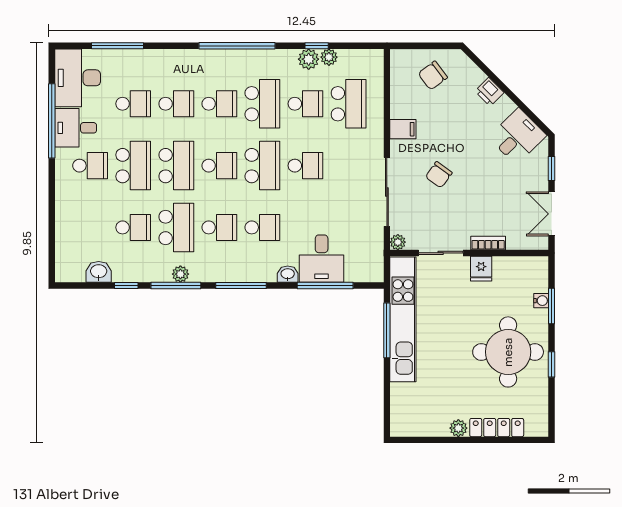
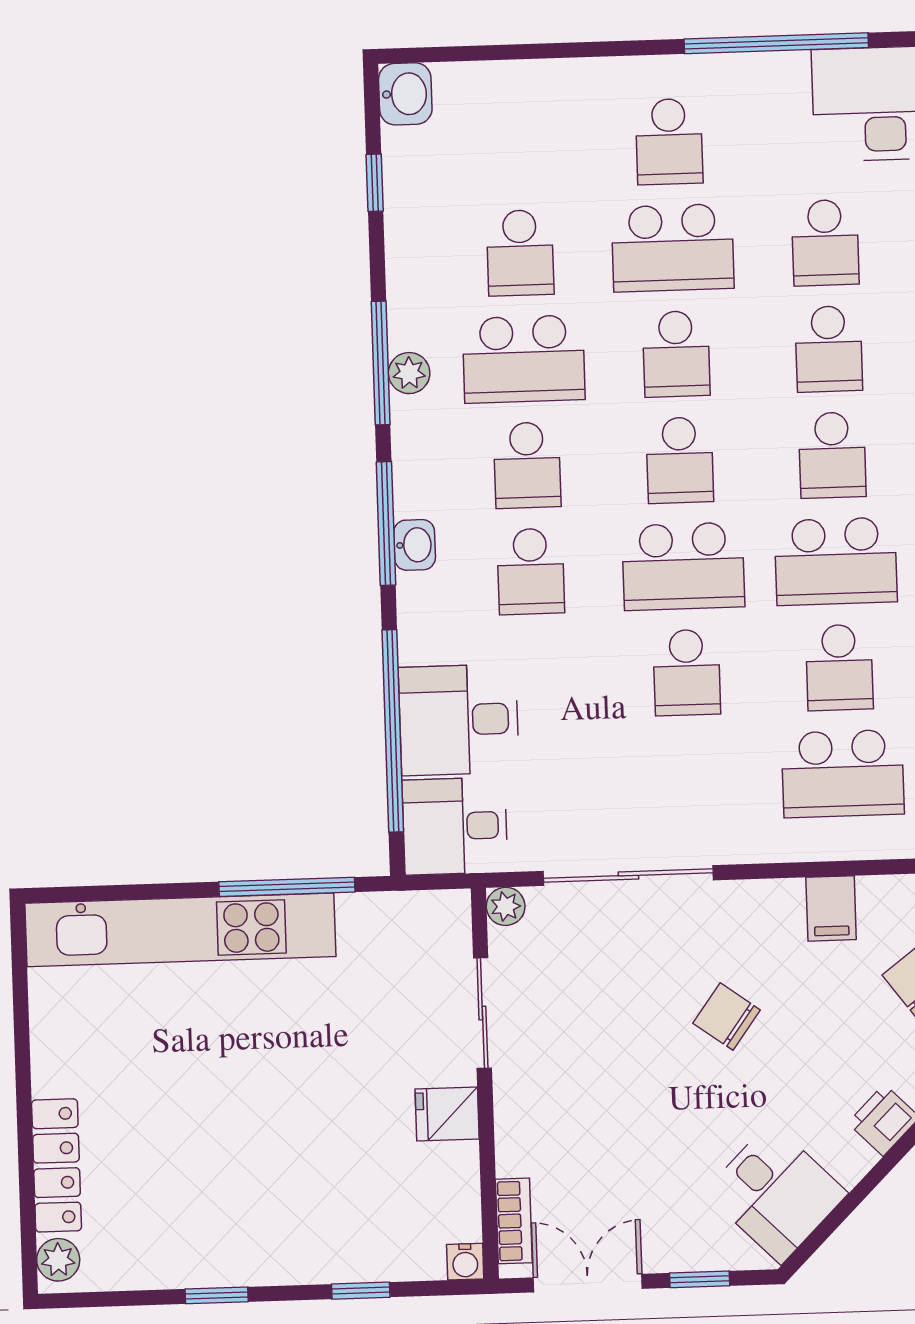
desk: (76, 128) -> (455, 826), moved, turned -90
filing cabinet: (403, 129) -> (831, 908), moved
school desk: (176, 166) -> (676, 354), width x0.54
chair: (439, 175) -> (727, 1017), moved
bookcase: (488, 243) -> (514, 1221), moved
washbasin: (99, 272) -> (405, 94), moved
washbasin: (288, 274) -> (415, 545), moved
window: (126, 285) -> (375, 183), moved
window: (325, 285) -> (393, 731), width x1.46
water cooler: (541, 301) -> (465, 1262), moved
window: (551, 306) -> (361, 1291), width x0.67
kitchen unit: (403, 319) -> (180, 930), moved
round table: (508, 352) -> (244, 1187), removed
plant: (458, 428) -> (58, 1260), moved

